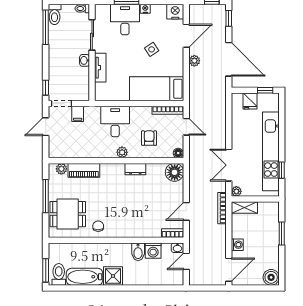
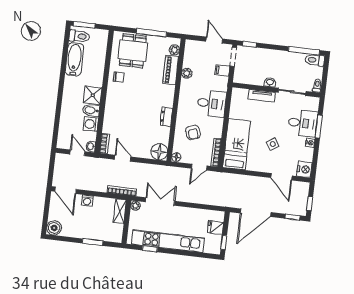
plant: (194, 61) -> (258, 182), removed
armchair: (149, 138) -> (193, 132), turned 70
plant: (122, 152) -> (187, 73), moved
shower: (113, 276) -> (93, 95), moved

